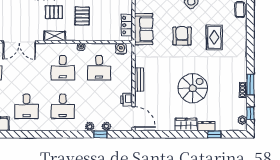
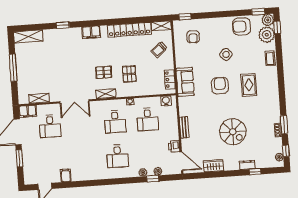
spiral stairs: (193, 88) -> (233, 132), turned 90
desk: (26, 106) -> (85, 158), removed
wardrobe: (186, 125) -> (214, 166), moved

